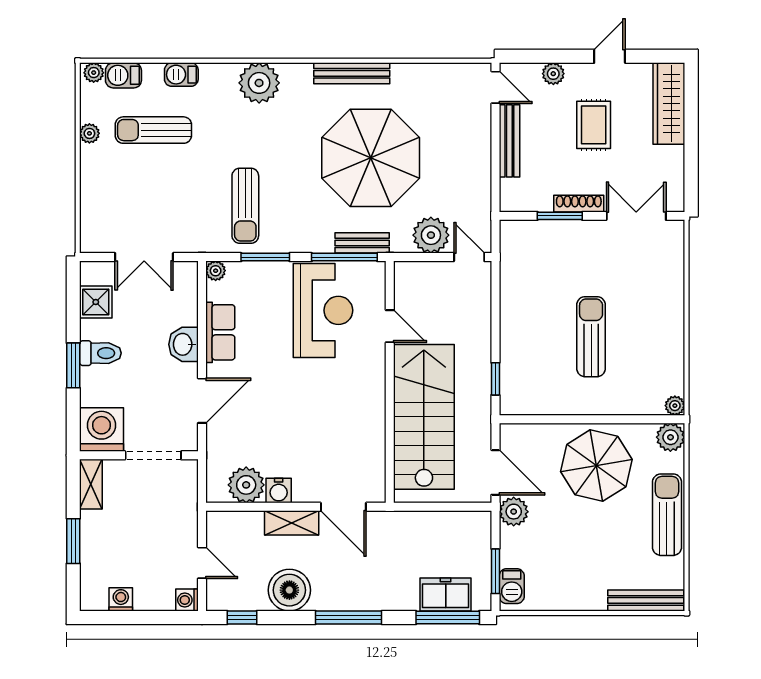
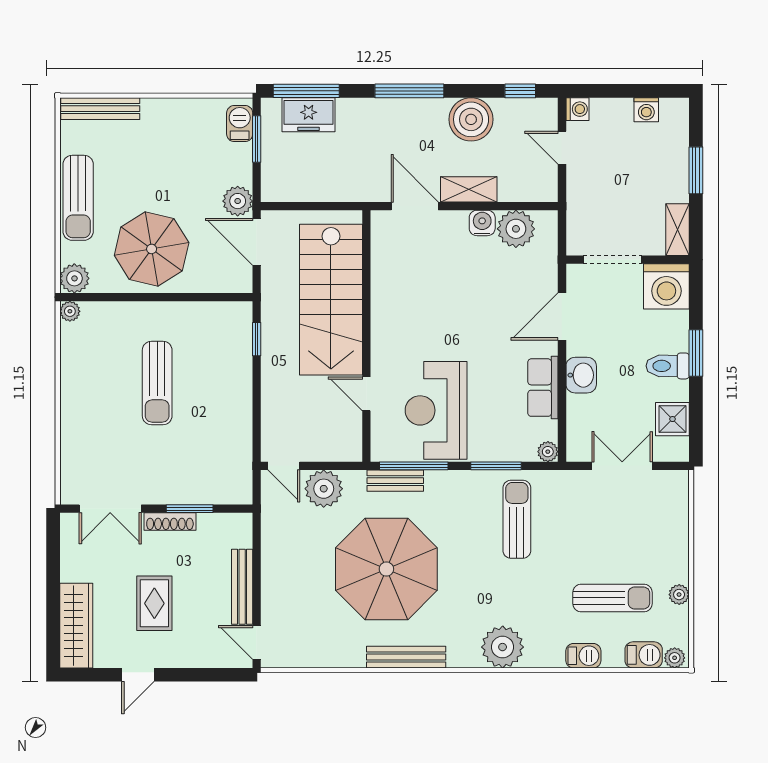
plant: (553, 74) -> (196, 657), removed

